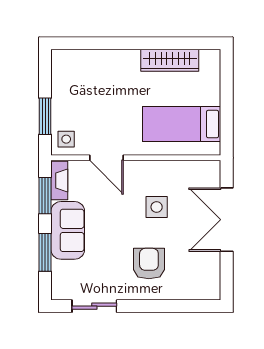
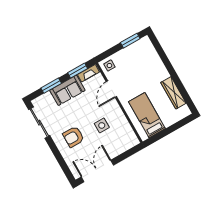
window: (45, 116) -> (130, 41), moved
double door: (227, 220) -> (97, 171), moved
armchair: (149, 264) -> (73, 137), turned 180
sliding door: (94, 306) -> (39, 123), width x1.37

